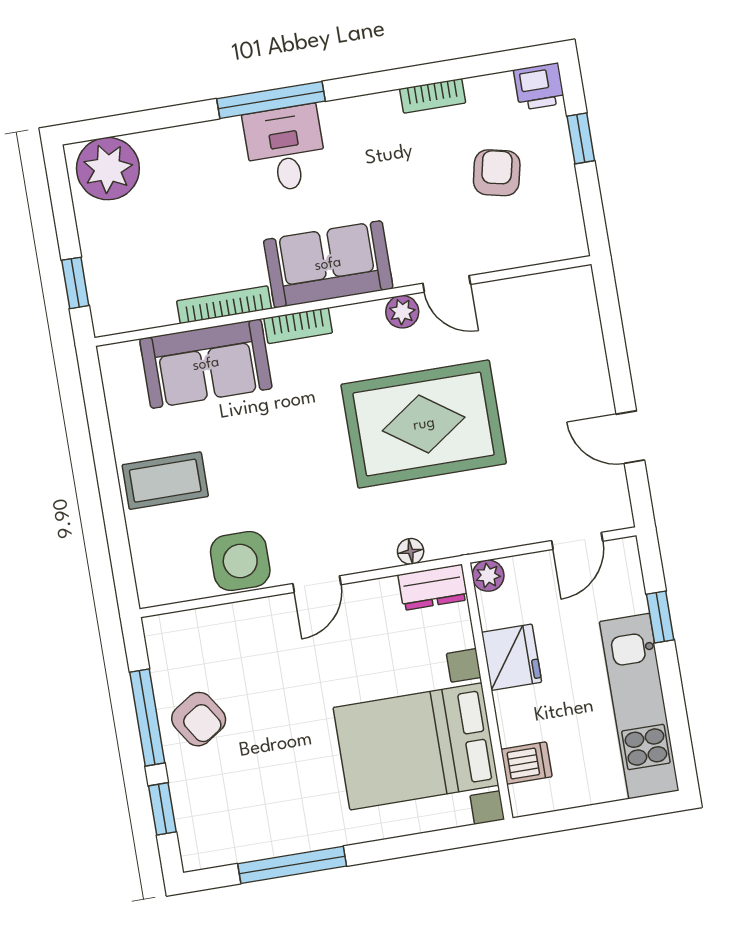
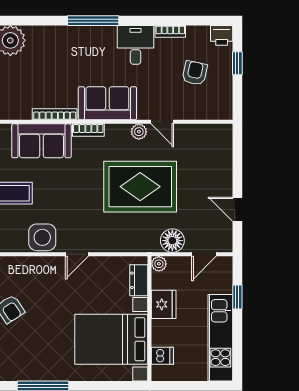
desk: (285, 149) -> (136, 45), moved
floor lamp: (411, 551) -> (172, 241), moved, width x1.89, depth x1.89
dresser: (433, 587) -> (139, 280), moved, turned 90

